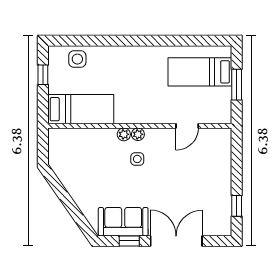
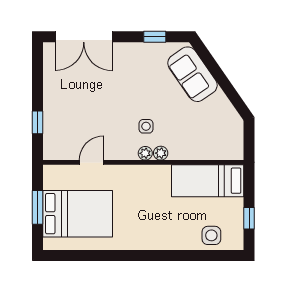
bed: (200, 72) -> (78, 214), width x1.50
window: (237, 206) -> (38, 122), moved
sofa: (123, 222) -> (192, 74), moved, turned 55
double door: (176, 241) -> (84, 37), moved

